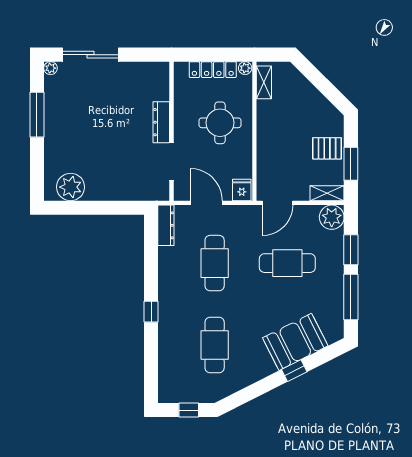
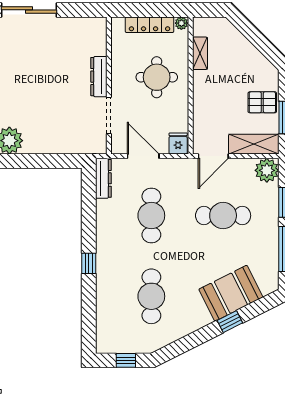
shelving: (264, 82) -> (200, 53), moved
shelving: (327, 193) -> (254, 144), width x1.50, depth x1.33

